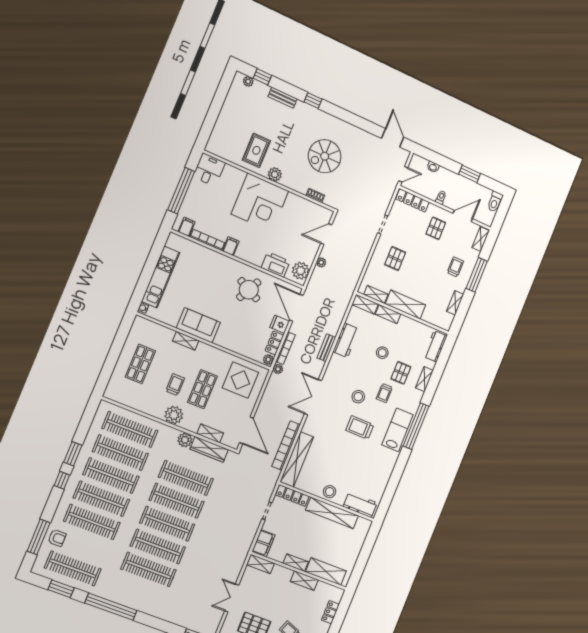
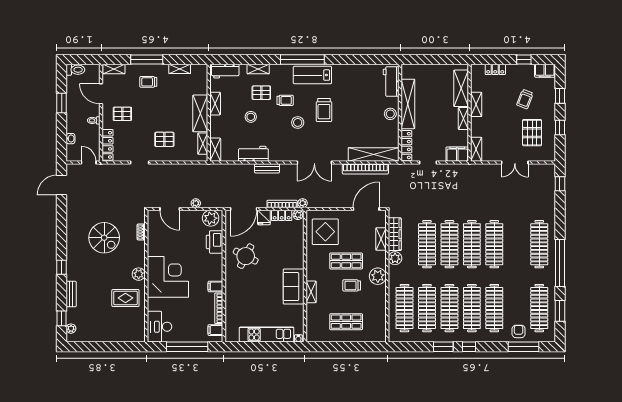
desk: (209, 170) -> (160, 327), width x1.37
shelving: (388, 314) -> (215, 104), moved
clothes rail: (148, 570) -> (539, 244), moved

